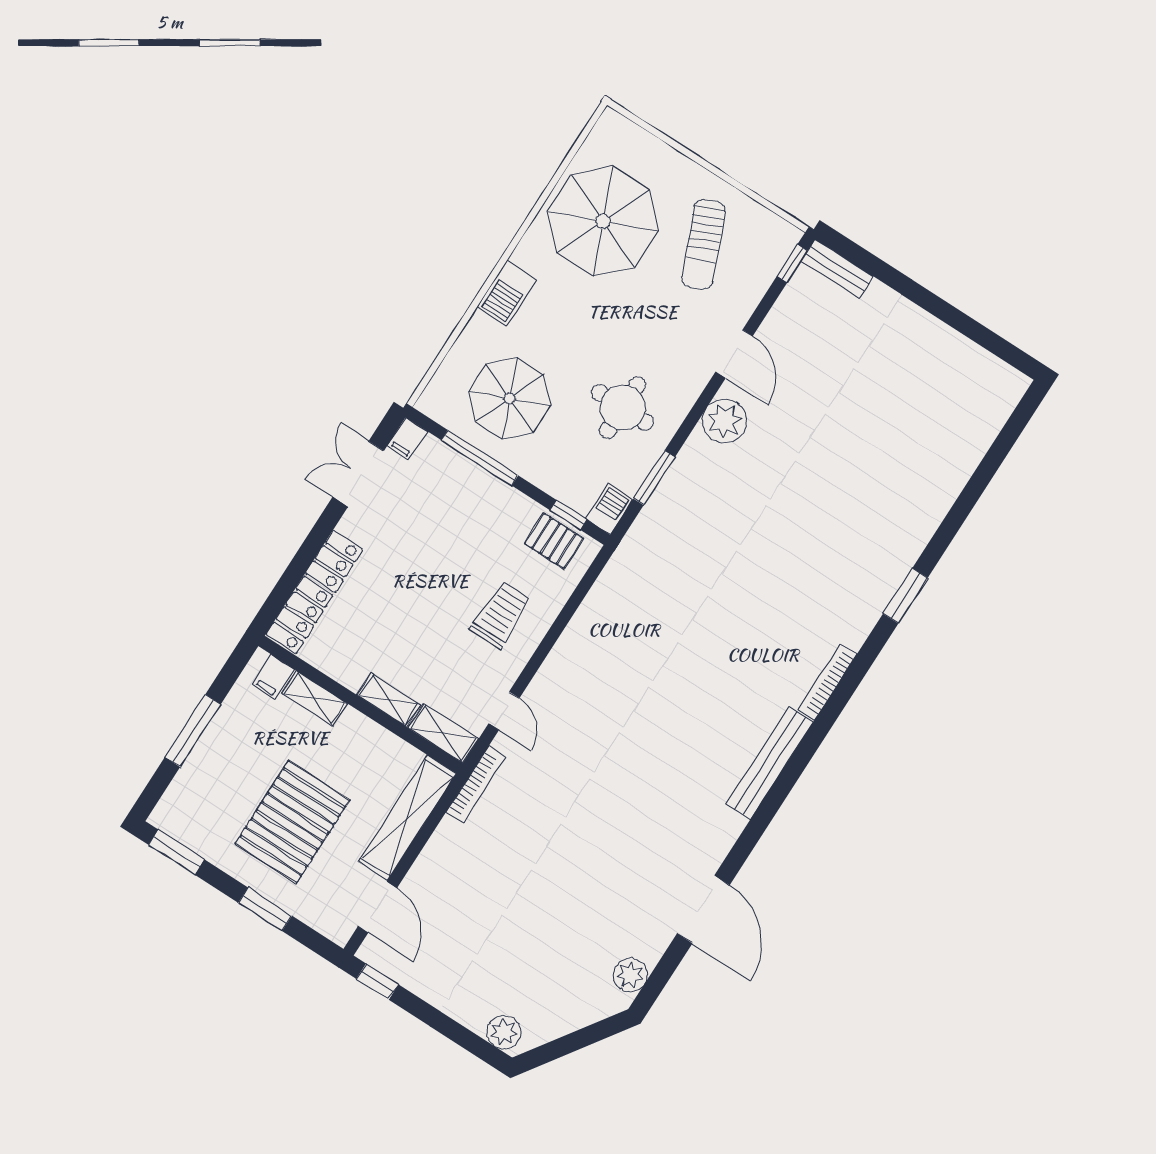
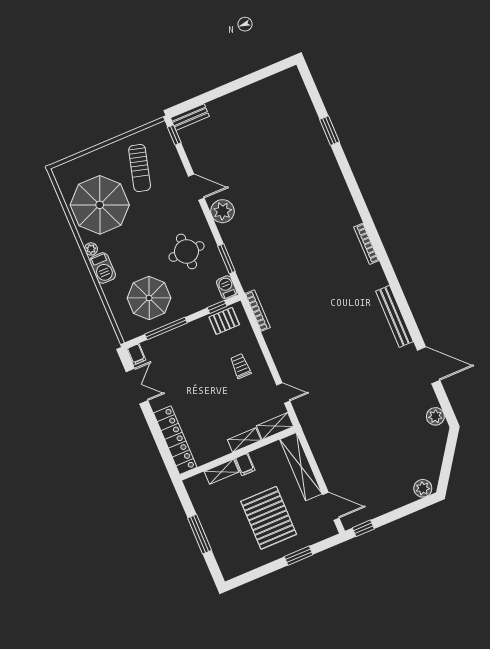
sun lounger: (703, 244) -> (140, 168), turned 38
plant: (524, 255) -> (91, 249), added
double door: (358, 474) -> (137, 386), swing flipped
window: (905, 596) -> (329, 131), moved
trolley: (501, 615) -> (241, 366), width x0.73, depth x0.72
filing cabinet: (273, 677) -> (245, 464), moved
bench: (770, 763) -> (394, 316), moved
bookcase: (476, 785) -> (258, 311), moved
window: (177, 852) -> (248, 577), removed

